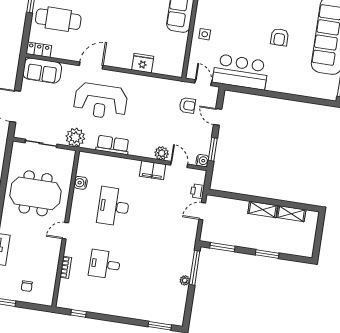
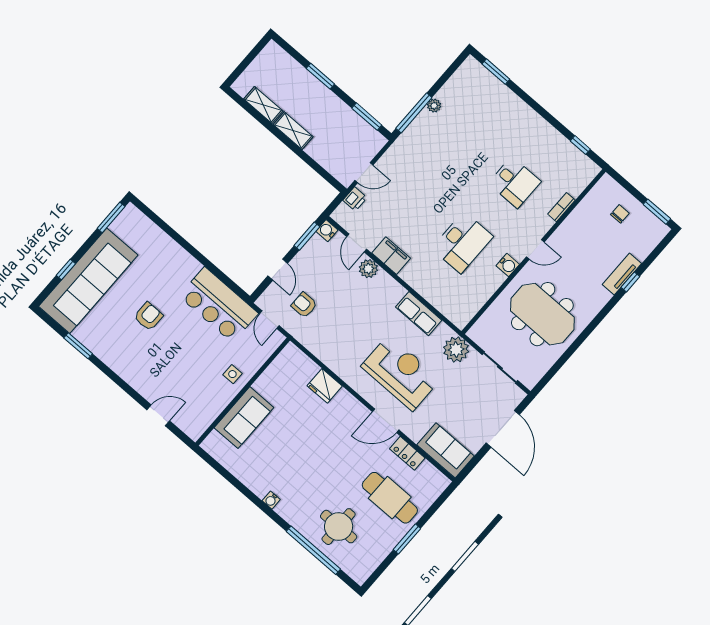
locker: (39, 50) -> (407, 453), moved
water cooler: (81, 183) -> (508, 265), moved

